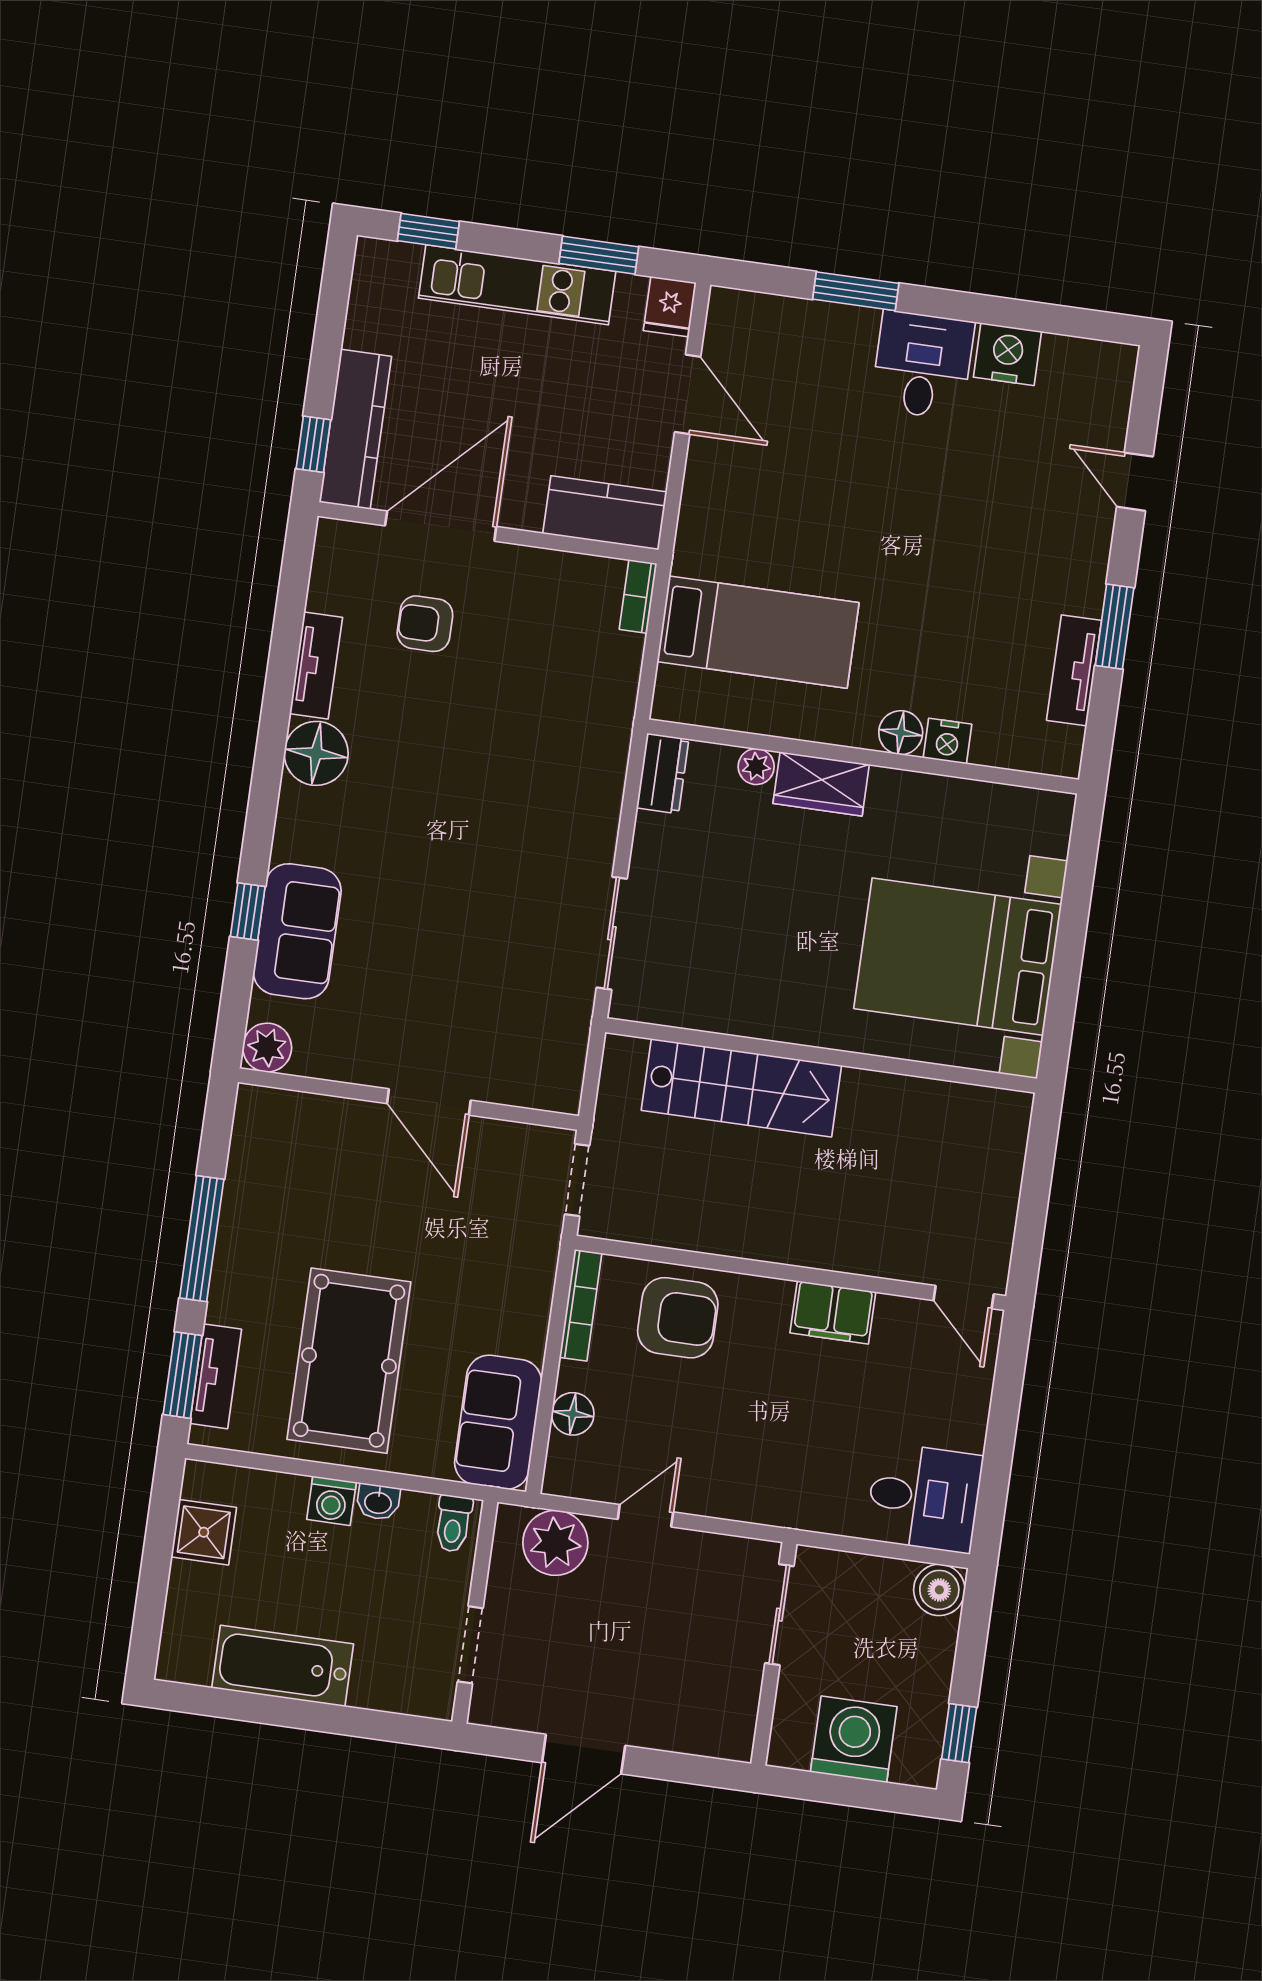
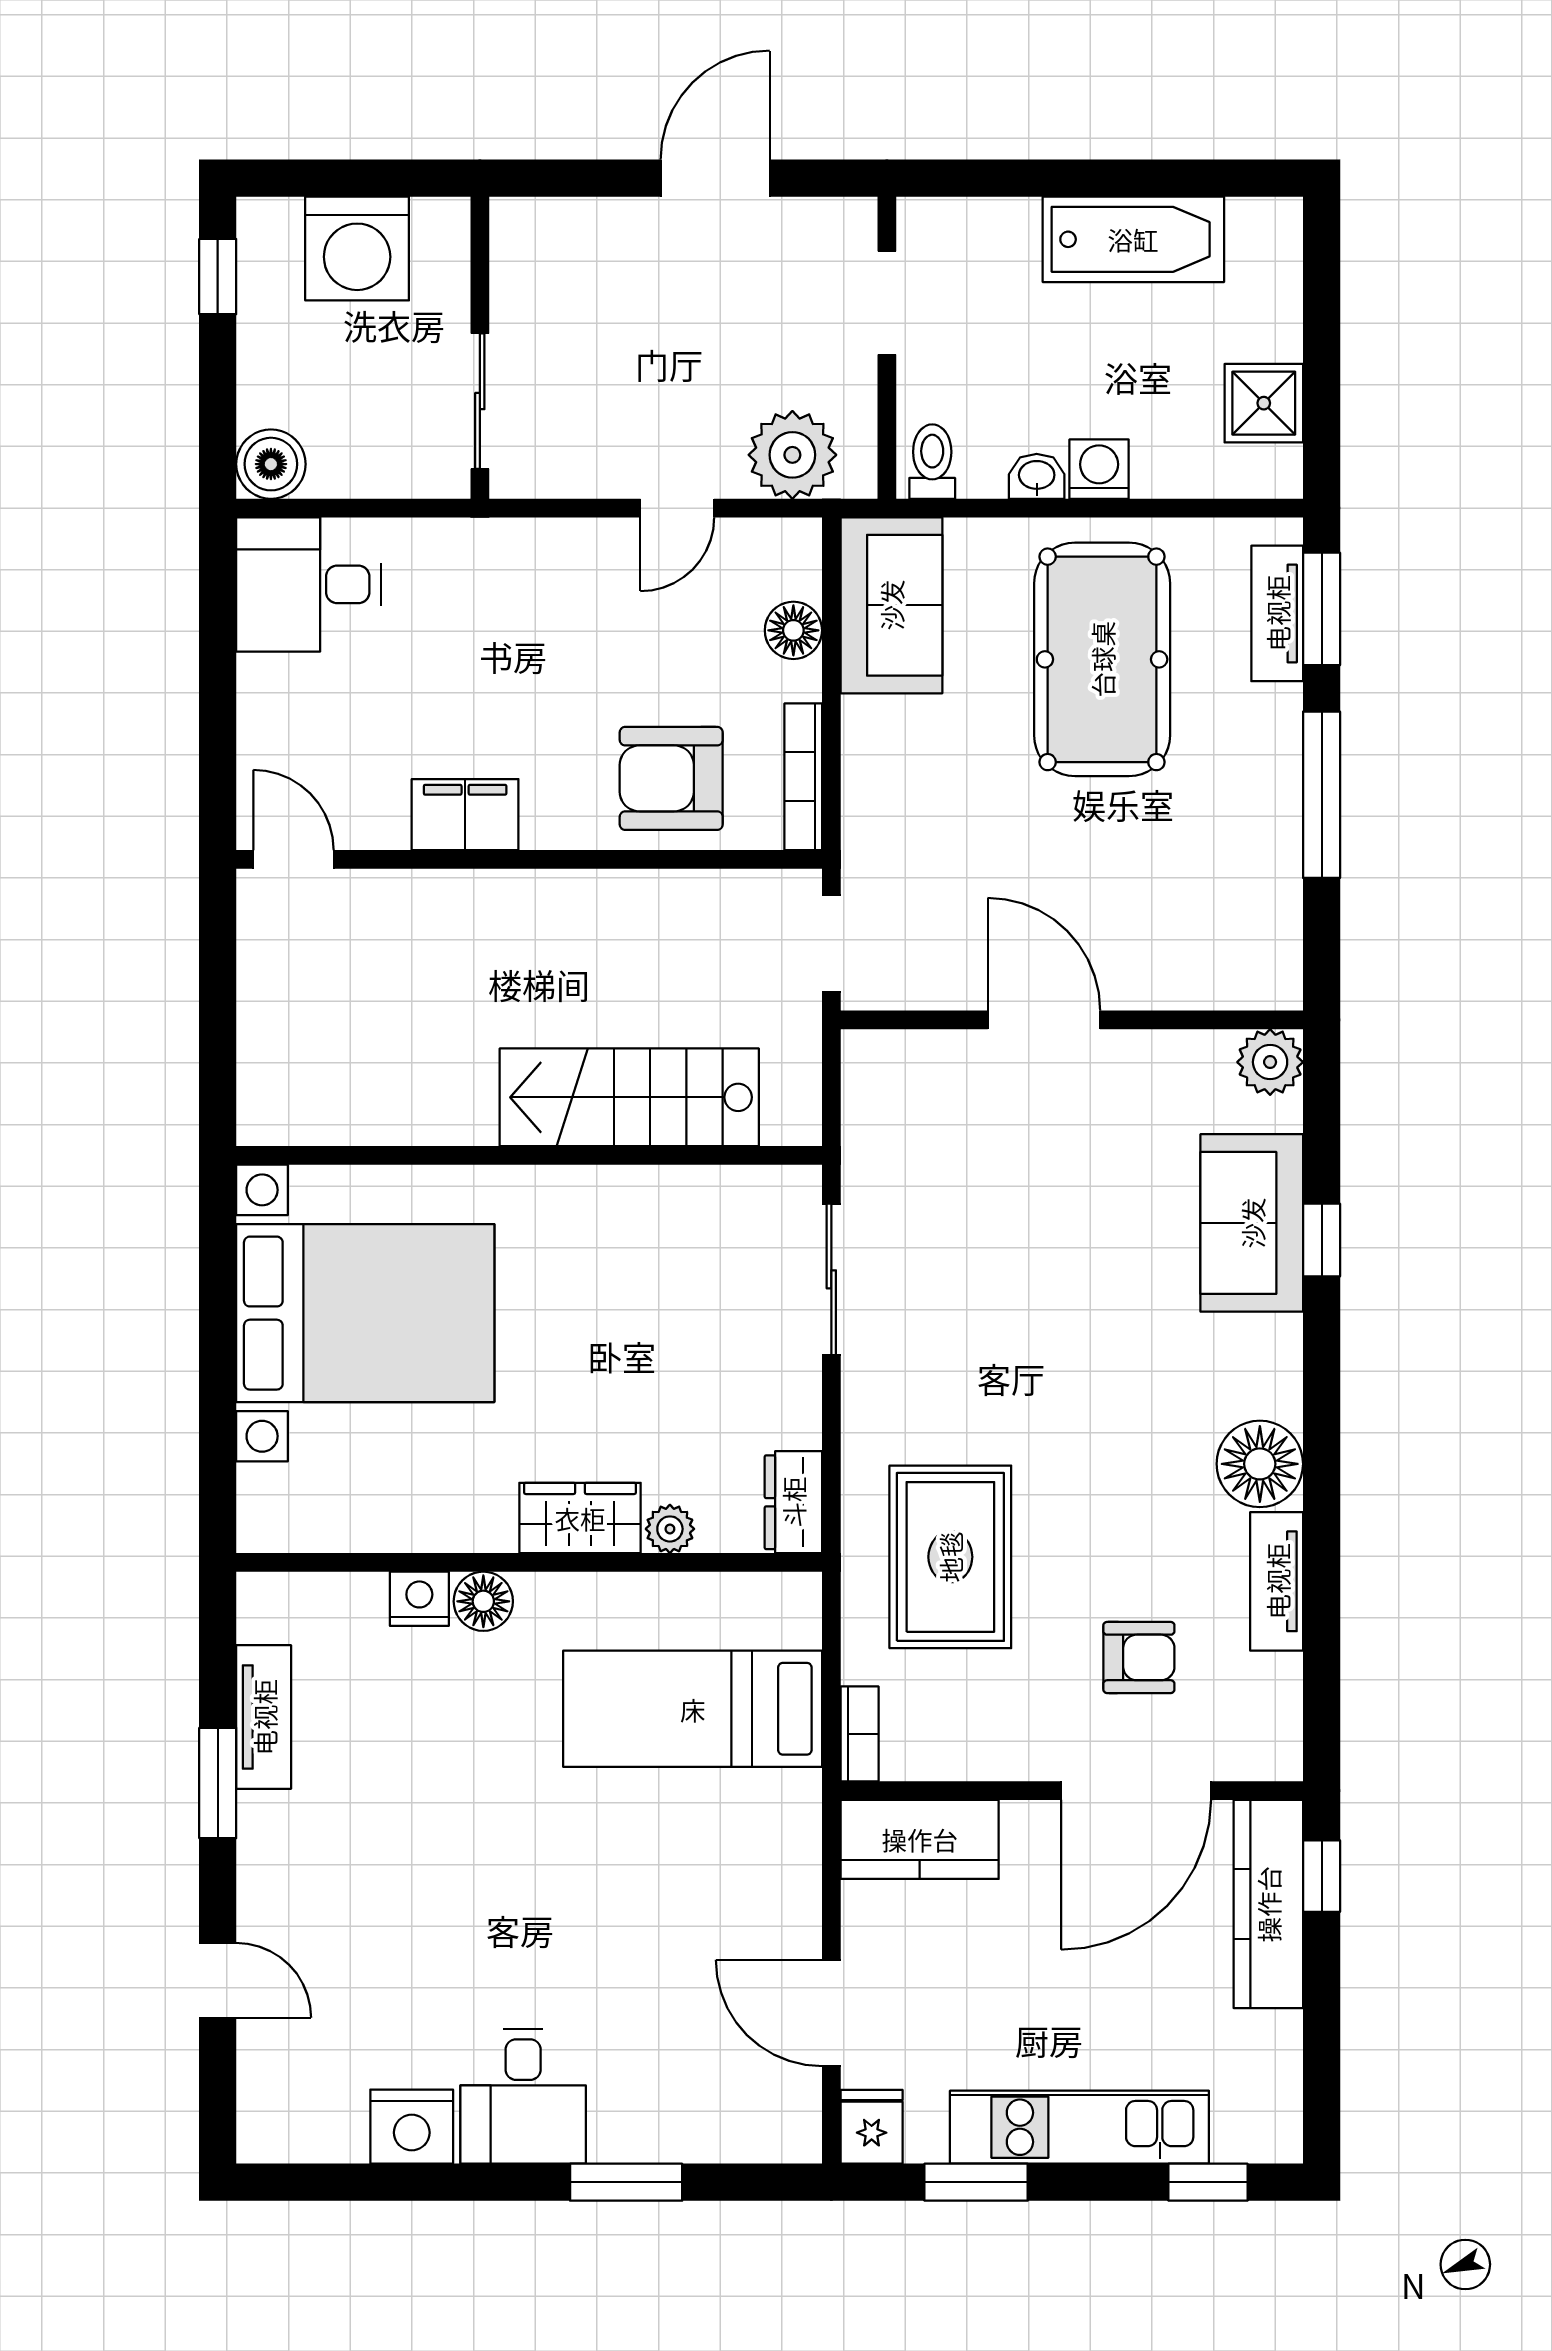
rug: (553, 717) -> (950, 1557), added

